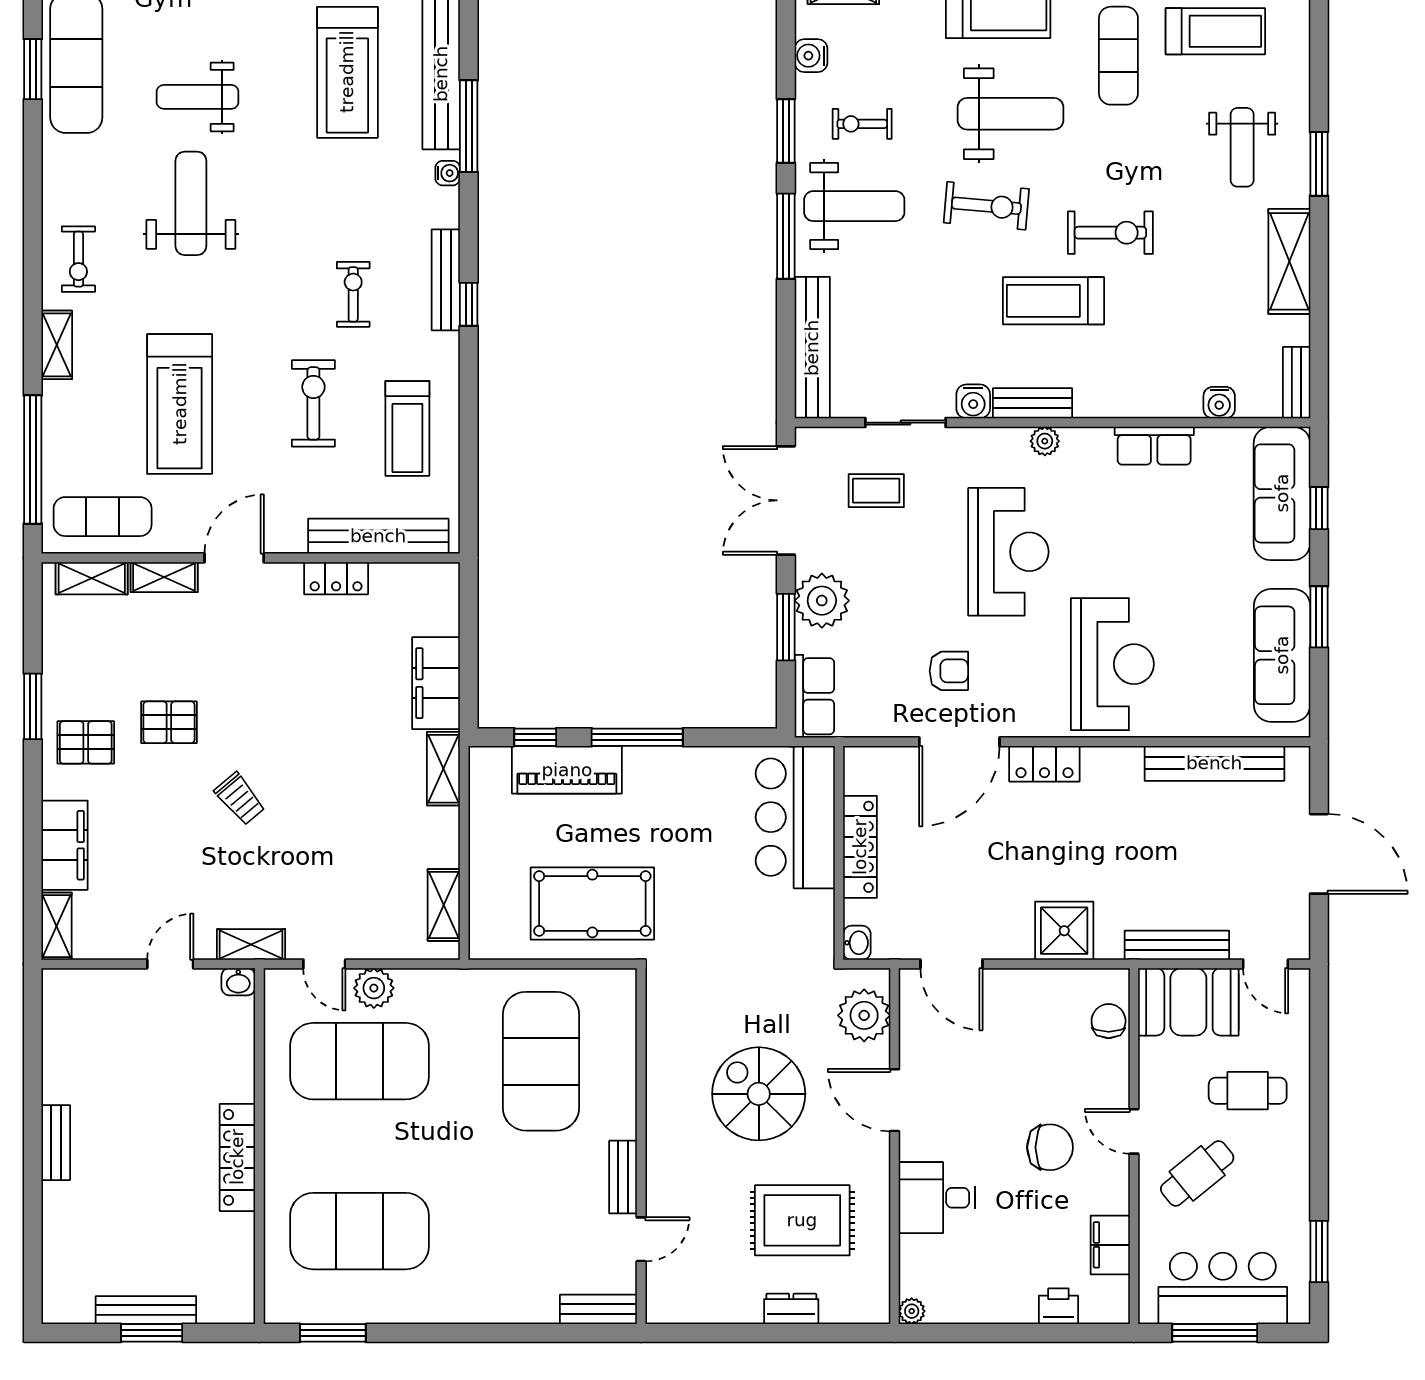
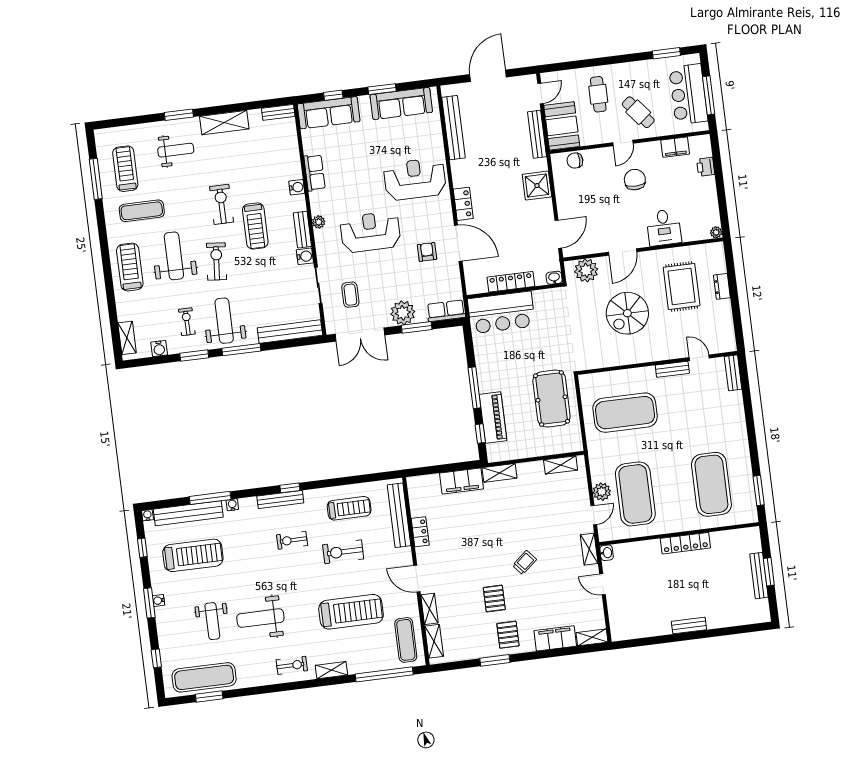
exercise bike: (862, 124) -> (187, 322), turned 180
water cooler: (1219, 403) -> (297, 187), moved

